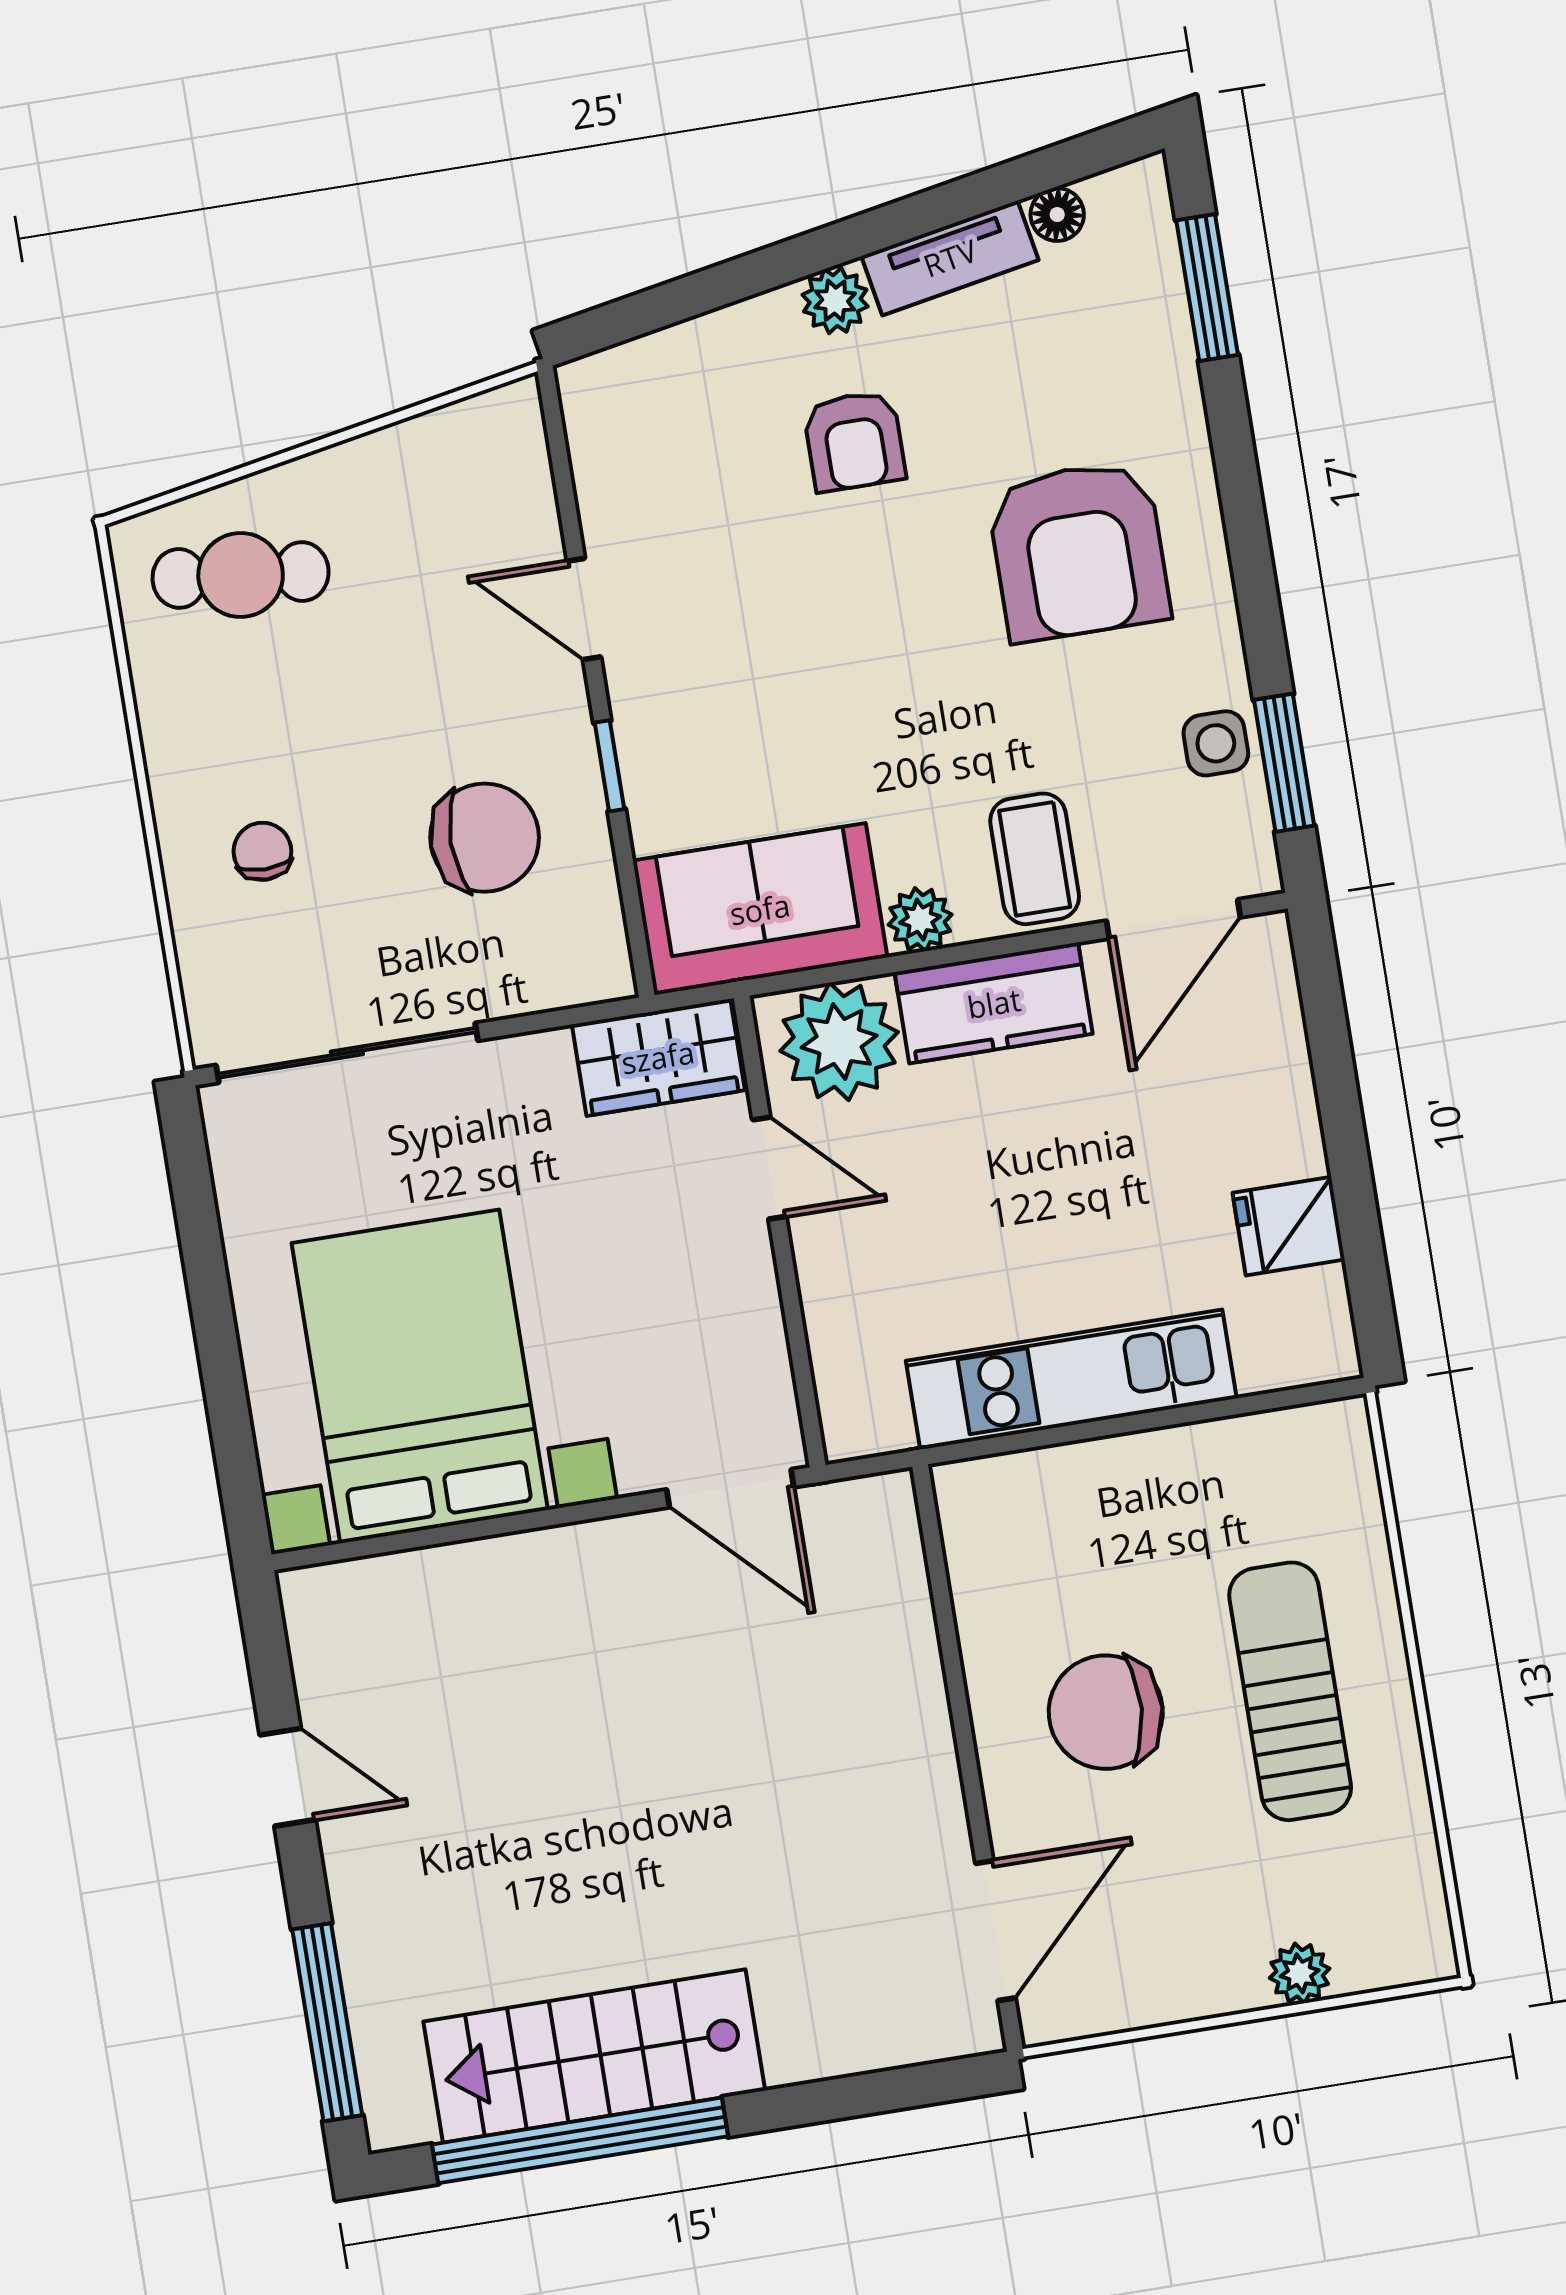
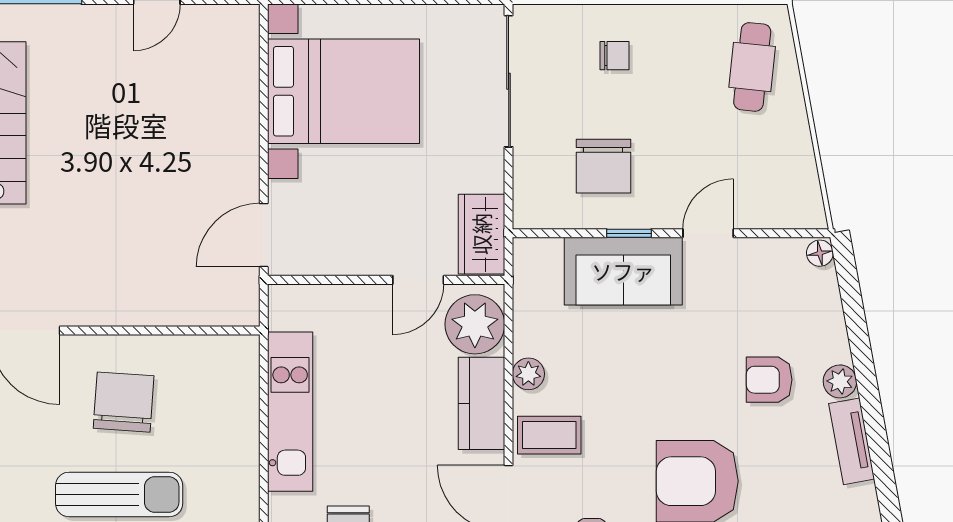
floor lamp: (1057, 215) -> (820, 253), moved
sofa: (760, 909) -> (623, 271), moved, turned 90

